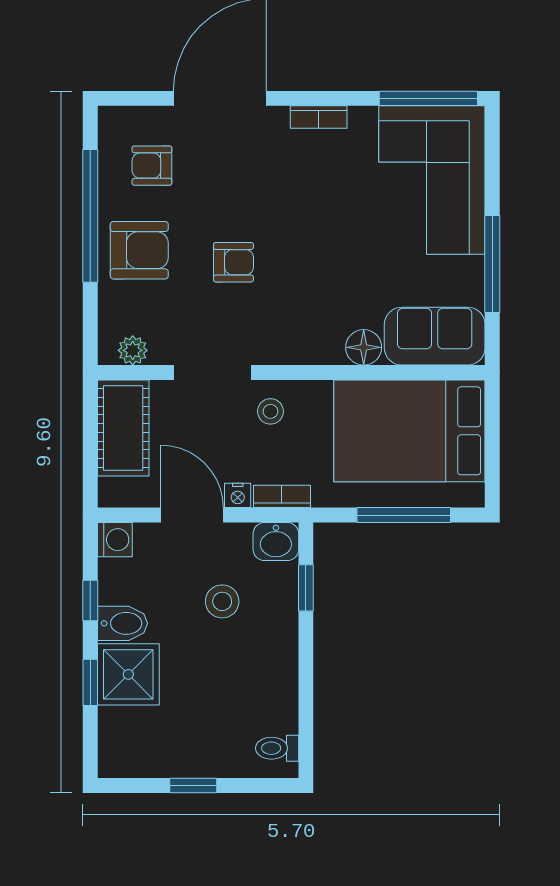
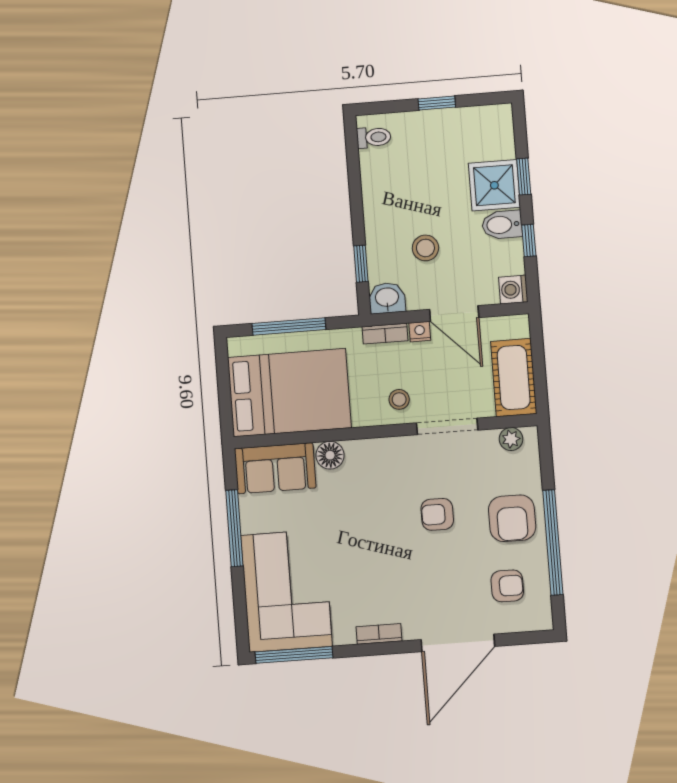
armchair: (139, 250) -> (512, 518), turned -90

